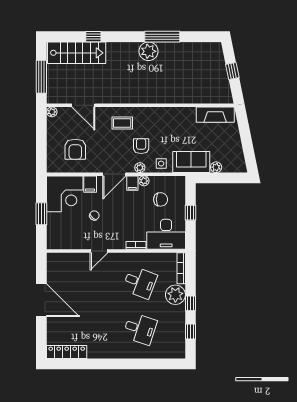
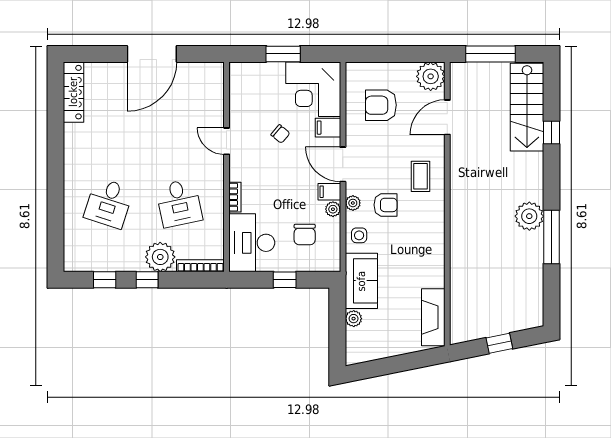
plant: (52, 112) -> (431, 76), width x1.88, depth x1.88
desk: (140, 282) -> (179, 203), turned -33

